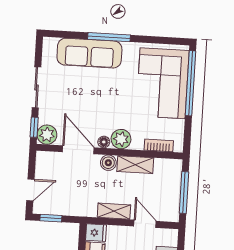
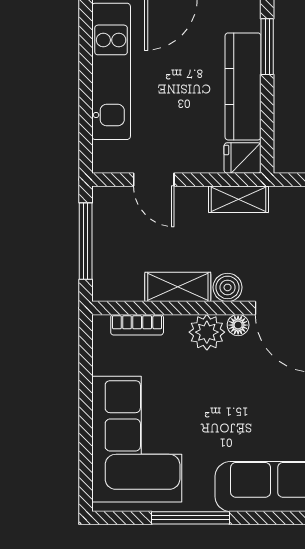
window: (109, 37) -> (191, 518), moved
window: (190, 83) -> (86, 442), removed
shelving: (114, 211) -> (238, 199), moved

